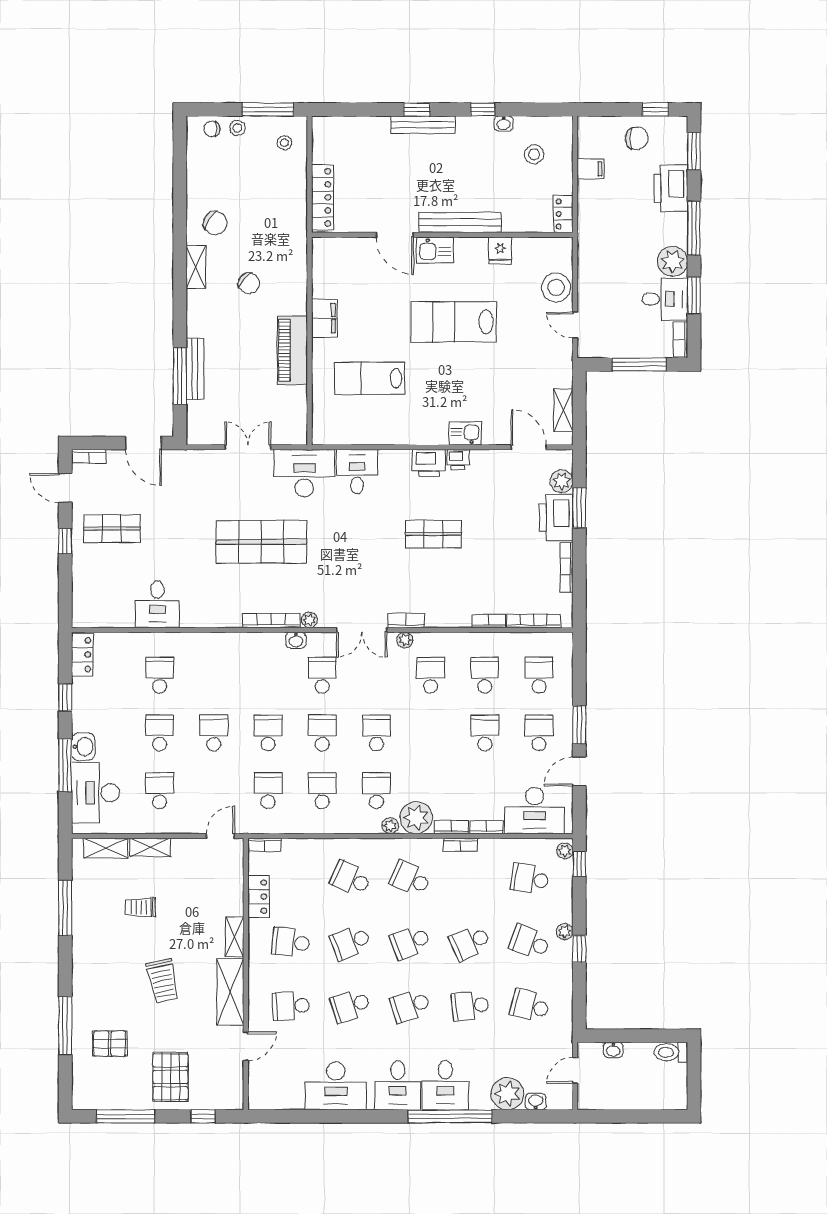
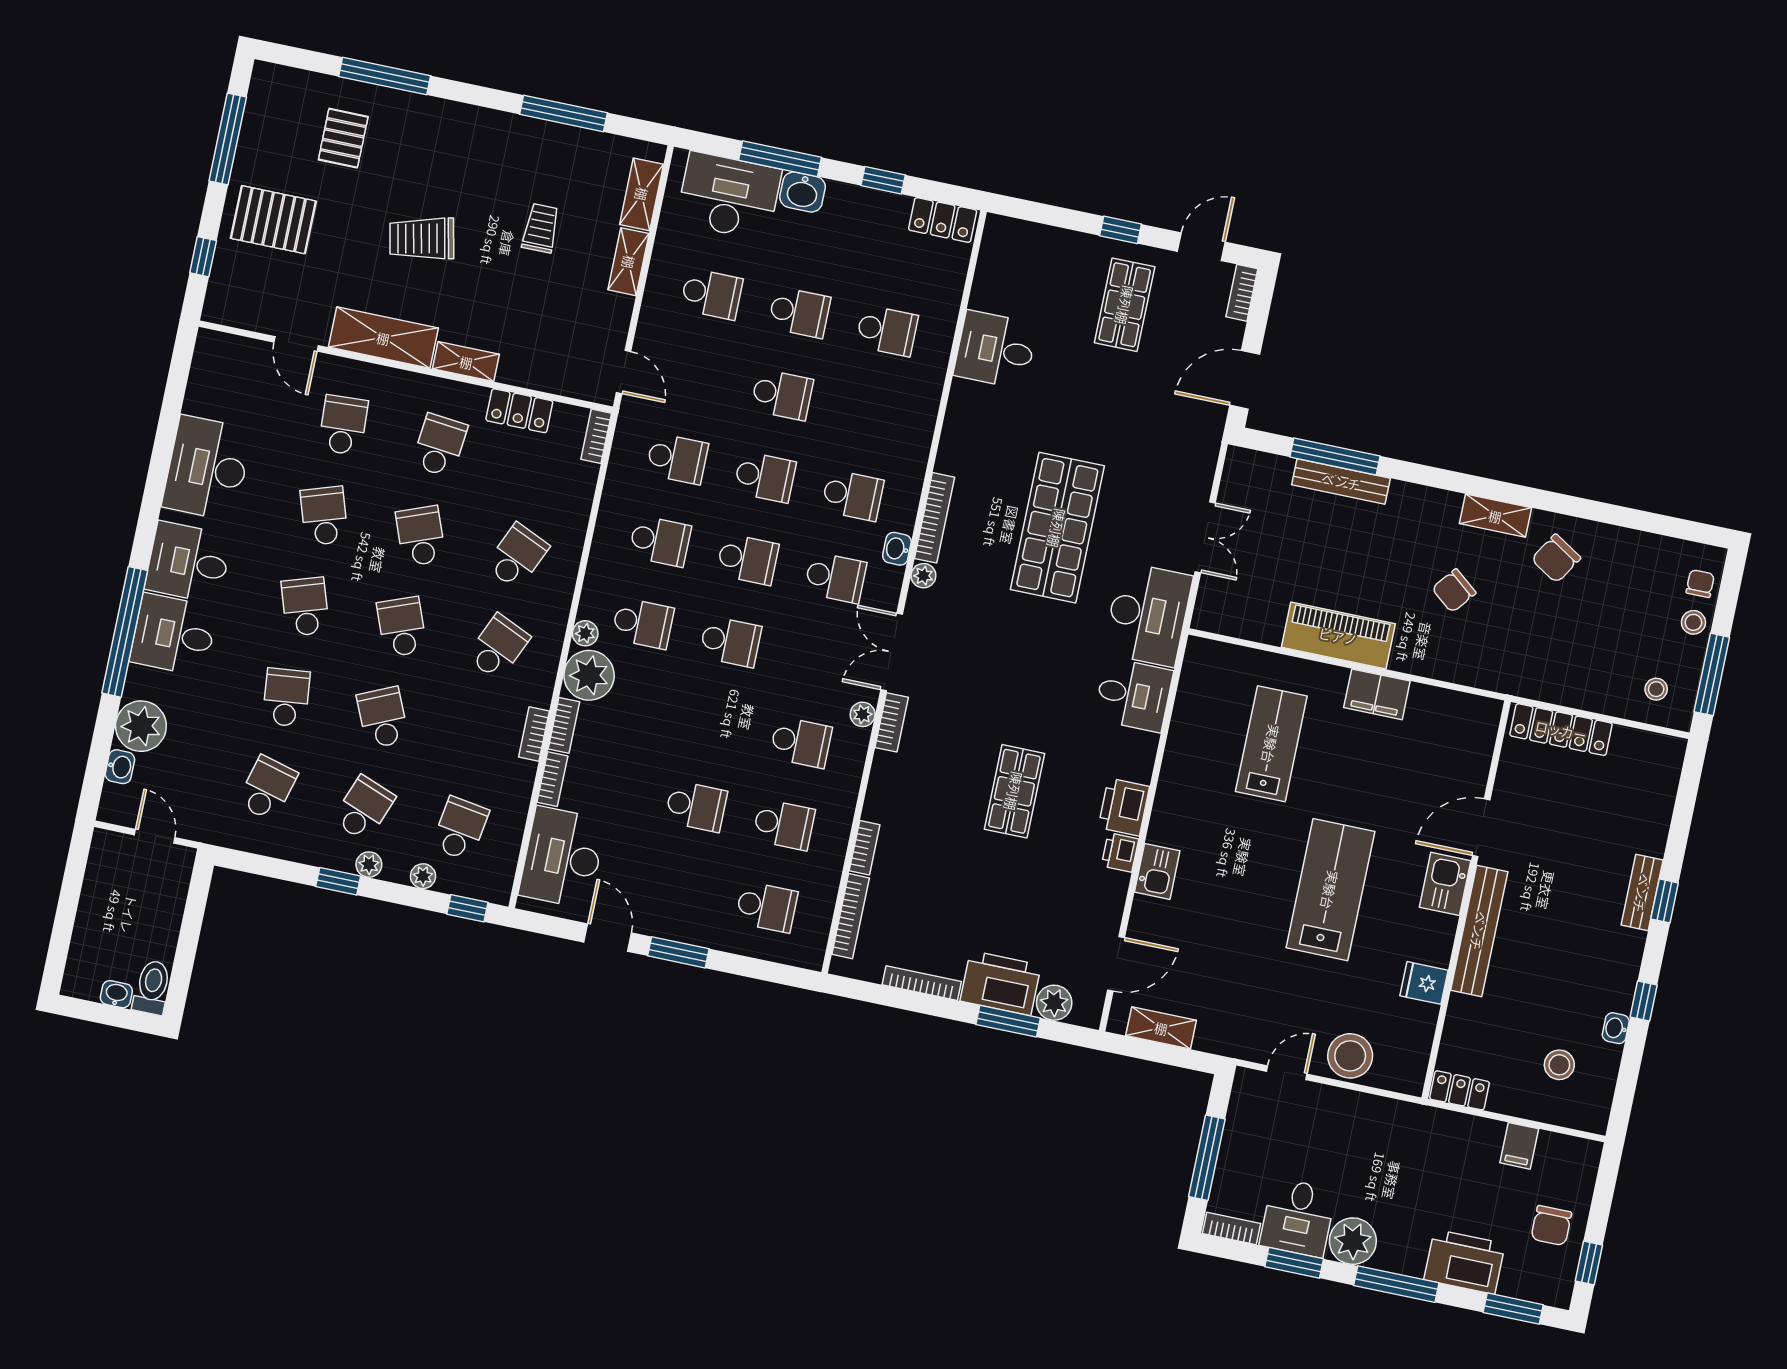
bench: (423, 125) -> (1642, 893), width x0.73
school desk: (539, 733) -> (853, 495), moved
plant: (565, 851) -> (423, 876), moved
washbasin: (613, 1050) -> (116, 994), moved, turned 90

